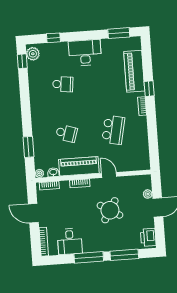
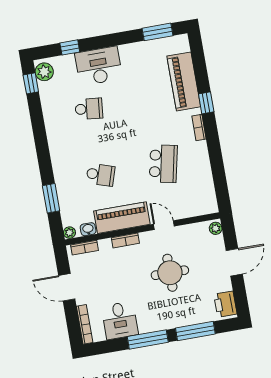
desk: (85, 53) -> (99, 66), moved
plant: (148, 194) -> (216, 228), moved
round table: (110, 210) -> (170, 273), turned -31

